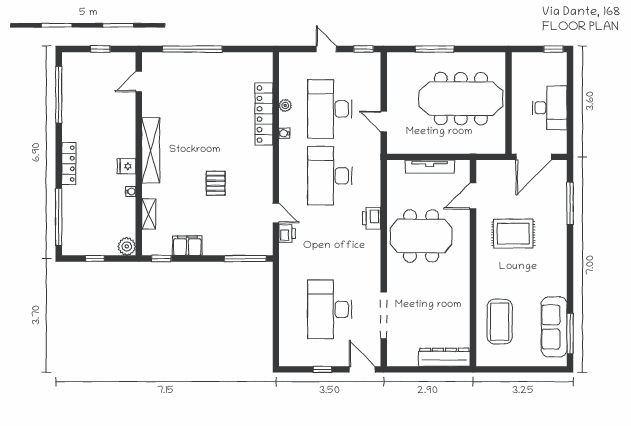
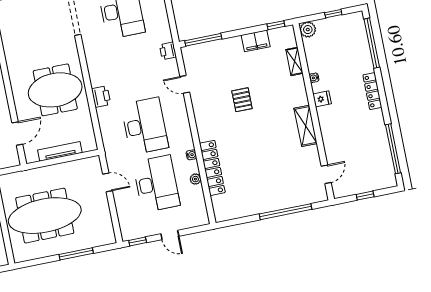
shelving: (151, 150) -> (306, 126), width x0.68
printer: (287, 233) -> (168, 51), moved

